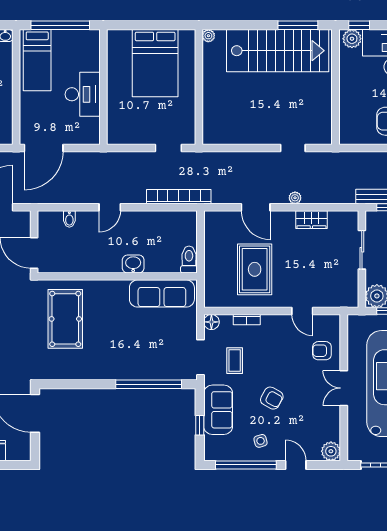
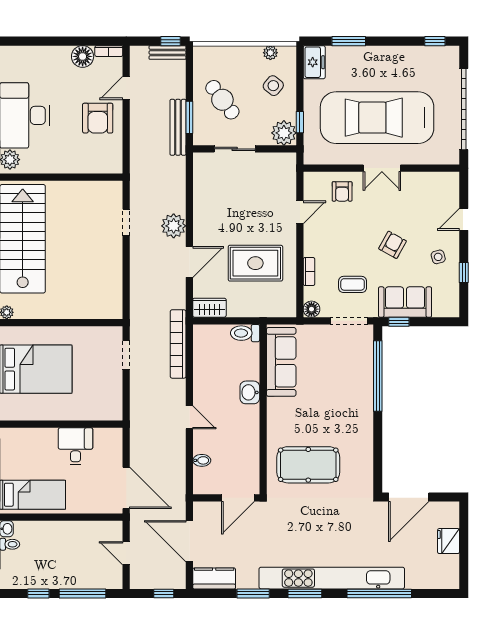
desk: (83, 94) -> (76, 446), width x0.73
plant: (295, 198) -> (174, 226), width x1.87, depth x1.87
wardrobe: (311, 220) -> (209, 308), moved, turned -90
window: (200, 425) -> (399, 322), moved
plant: (331, 451) -> (449, 182), removed
window: (246, 465) -> (464, 272), width x0.32

